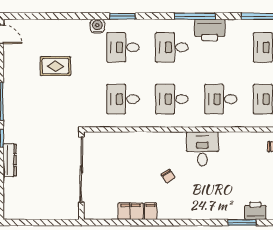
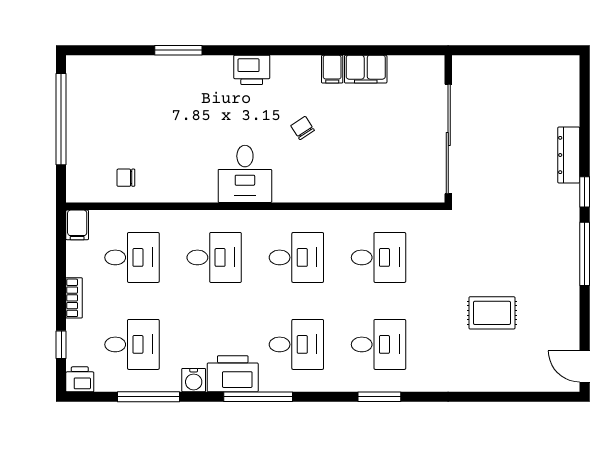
water cooler: (97, 26) -> (194, 380), moved
printer: (255, 211) -> (252, 70), moved

